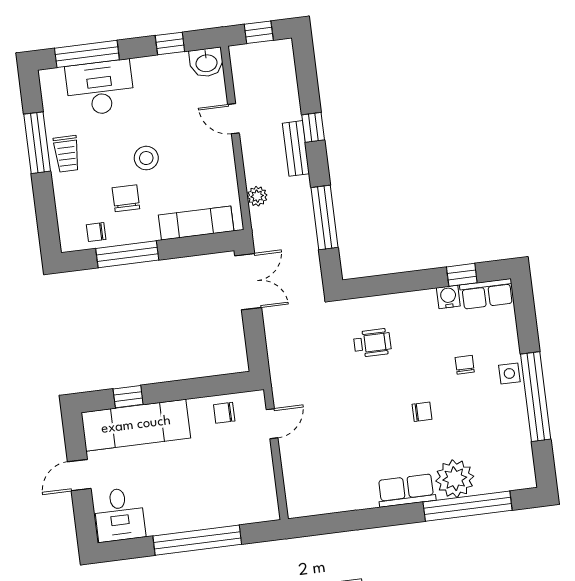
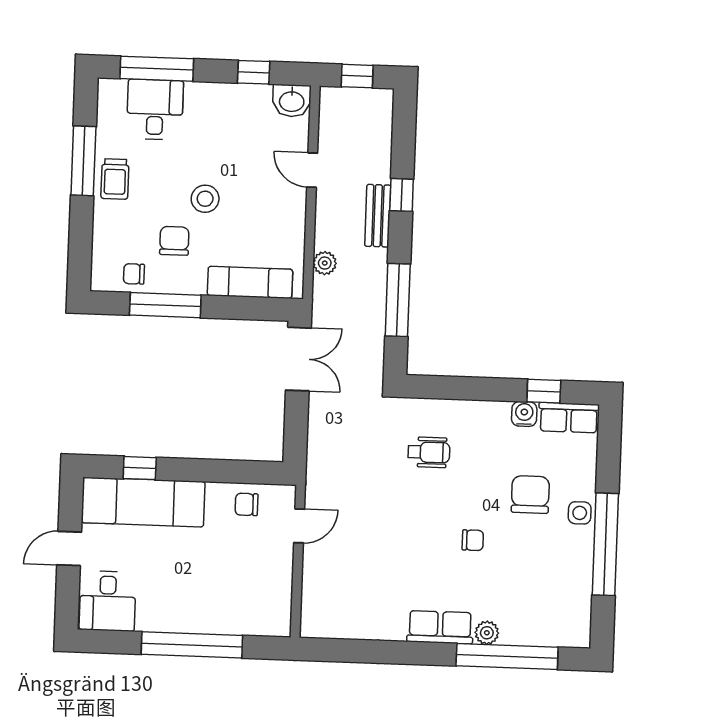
desk: (100, 88) -> (155, 109), width x0.73
chair: (465, 365) -> (530, 495), width x1.87, depth x1.87
plant: (455, 479) -> (487, 633), width x0.53, depth x0.53

